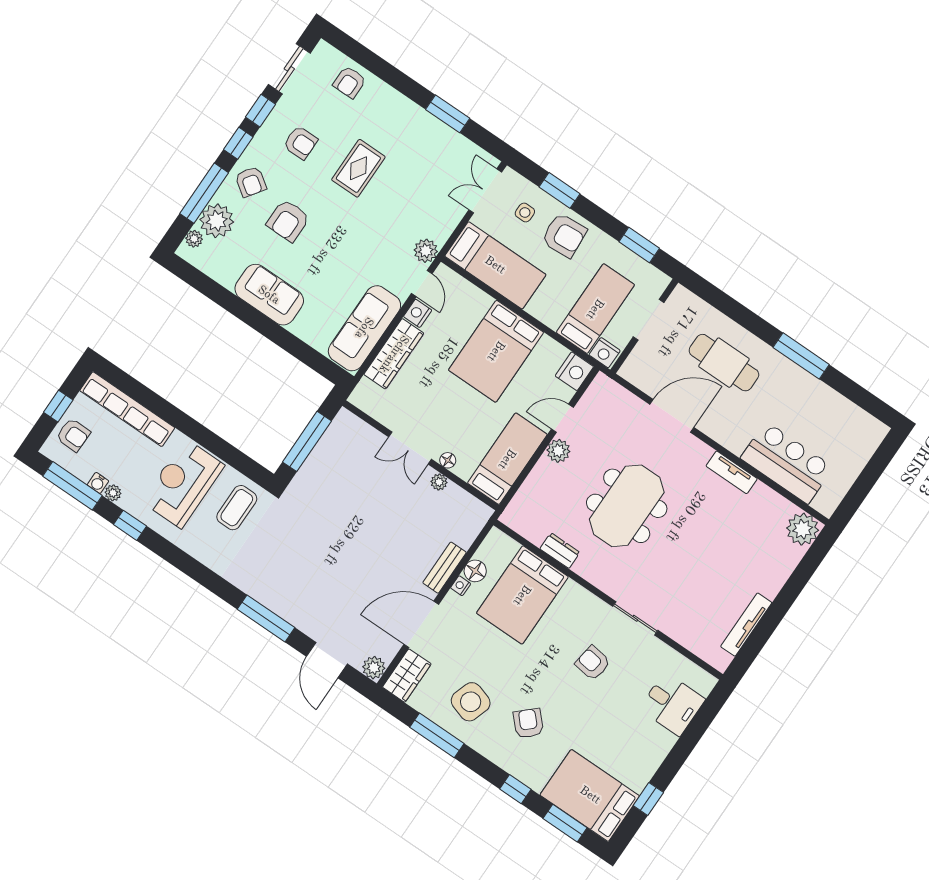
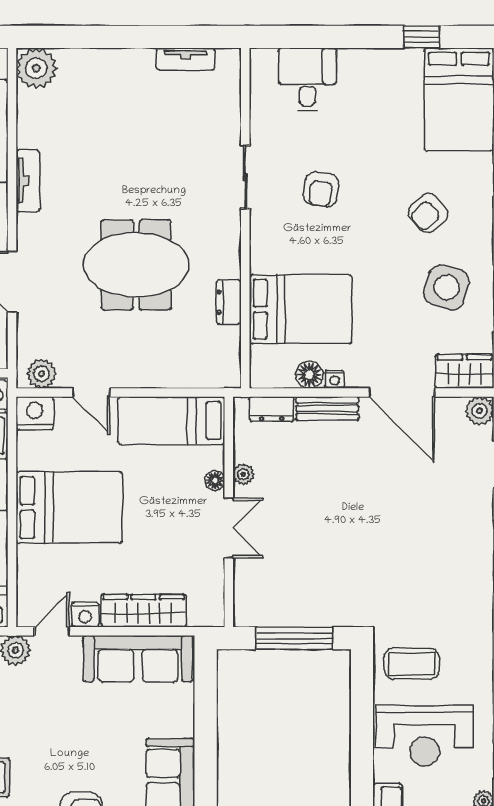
plant: (558, 451) -> (41, 374), moved
dresser: (469, 530) -> (272, 409), added
tv unit: (746, 625) -> (186, 59), width x0.71

